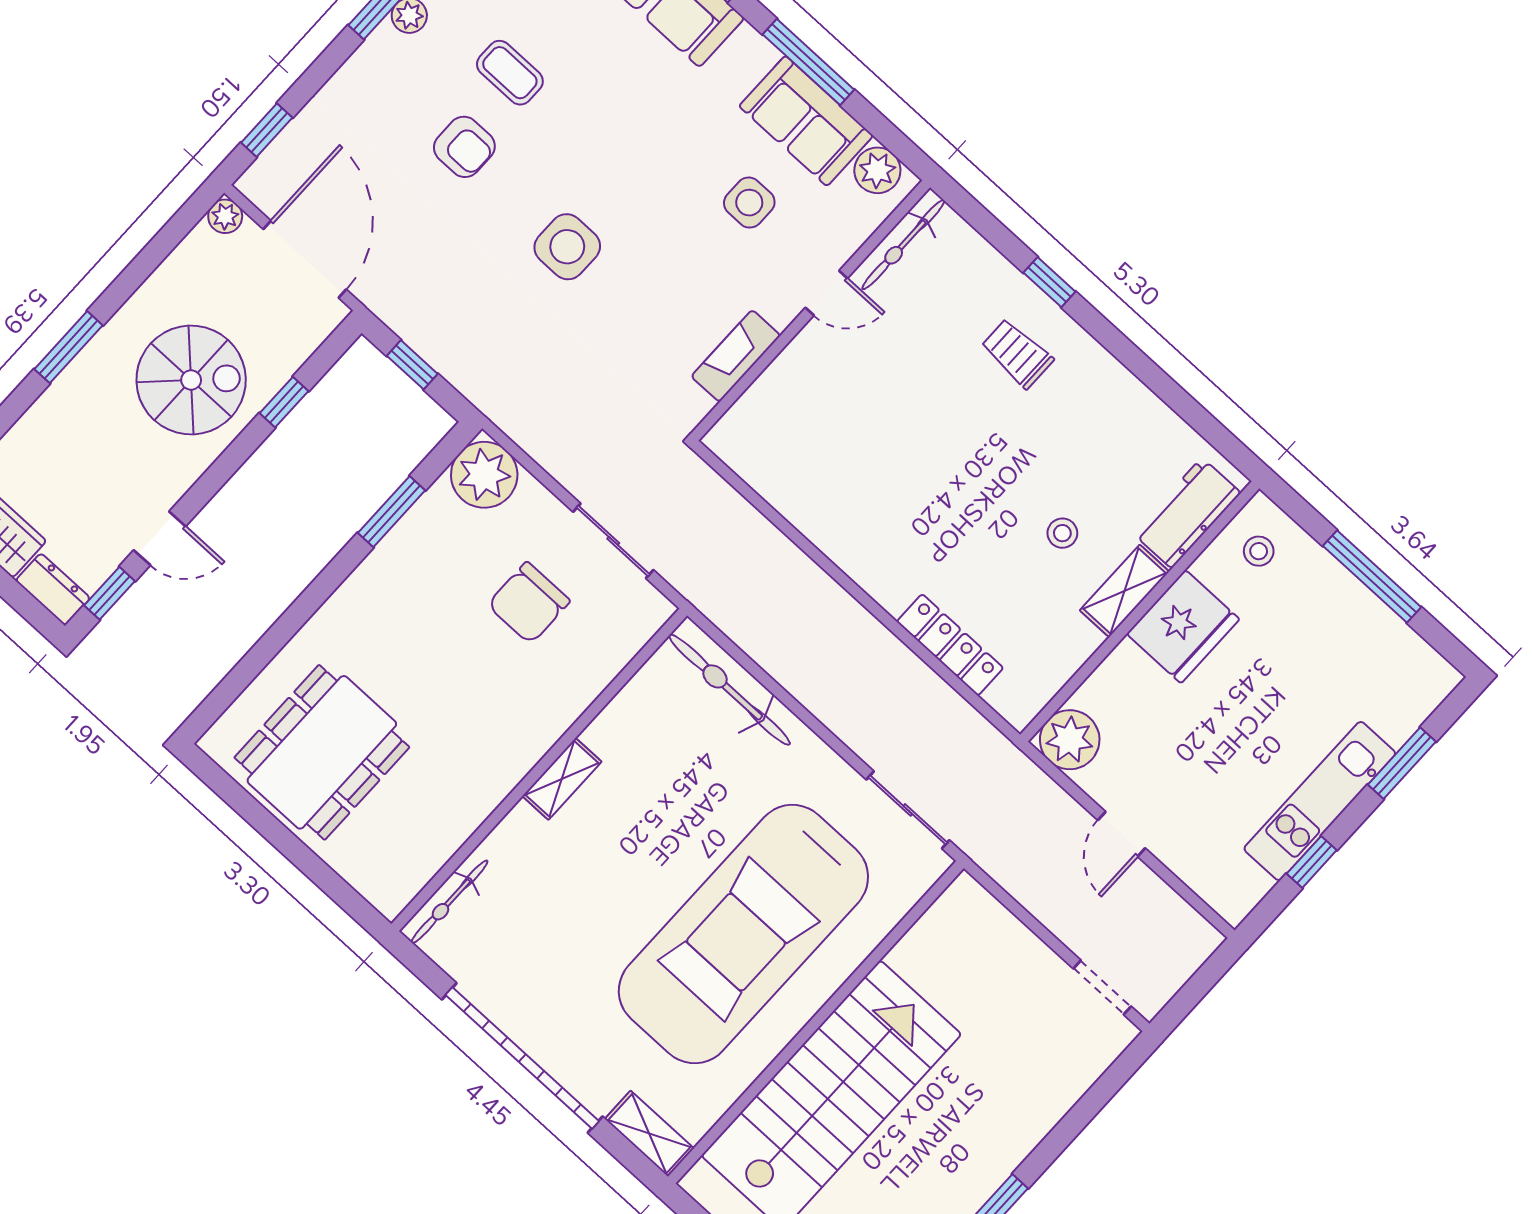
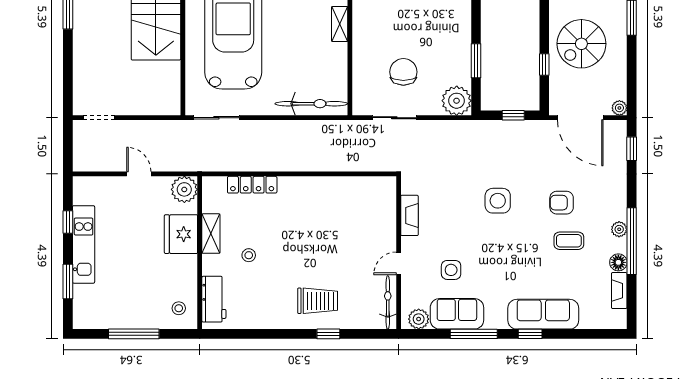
trolley: (1017, 353) -> (318, 301), width x1.36, depth x1.39
shelving: (1124, 591) -> (211, 234), moved
fridge: (1183, 626) -> (181, 234), moved

